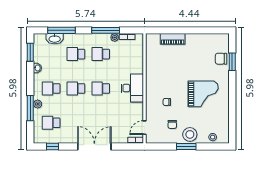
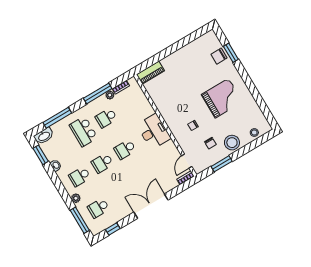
washbasin: (55, 39) -> (44, 136), moved
piano: (173, 39) -> (150, 73), moved
school desk: (76, 54) -> (83, 131), width x1.85
window: (30, 108) -> (80, 220), moved
window: (186, 147) -> (222, 164), moved

